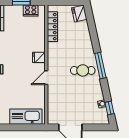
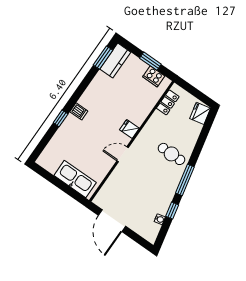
locker: (52, 27) -> (168, 102), width x0.66
cafe table: (83, 70) -> (171, 154), moved
window: (110, 108) -> (172, 211), moved

